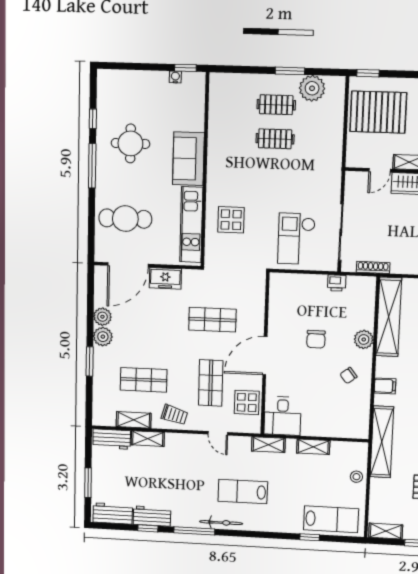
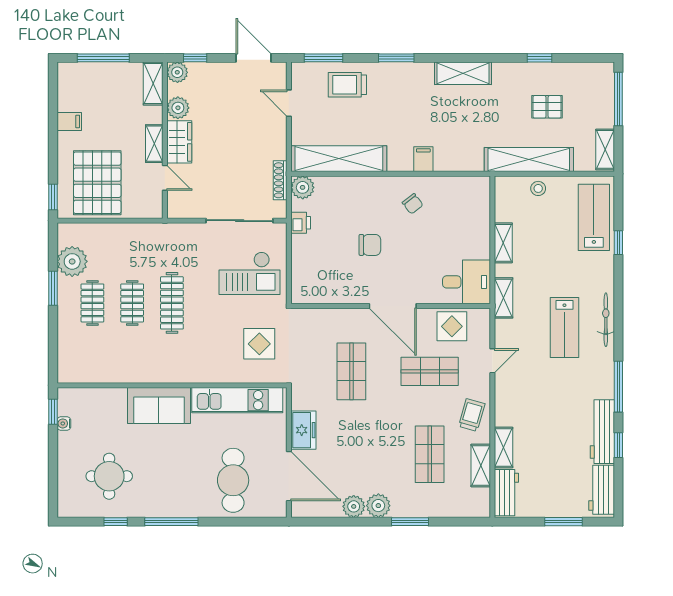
round table: (130, 143) -> (109, 476), moved
clothes rail: (274, 173) -> (172, 303), added
display table: (231, 220) -> (259, 344), moved
plant: (364, 339) -> (303, 187), moved
shelving: (382, 442) -> (529, 160), moved
workbench: (152, 516) -> (602, 432), width x1.37
bicycle: (221, 523) -> (606, 320), moved

